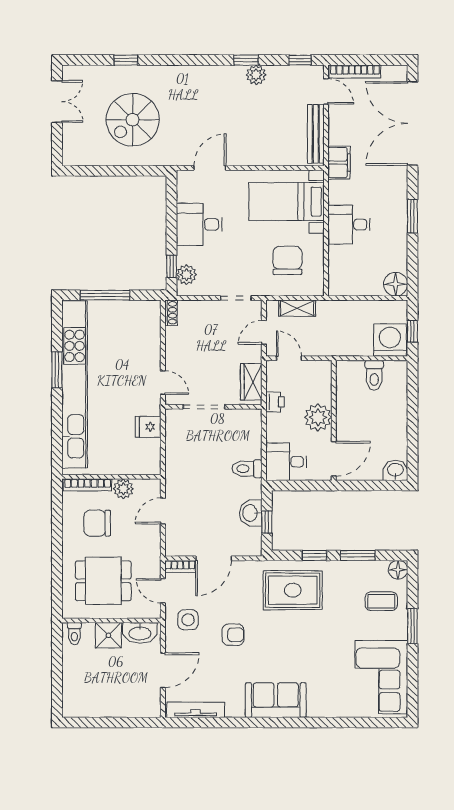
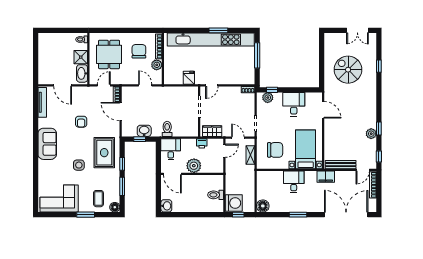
side table: (188, 620) -> (79, 165), moved

